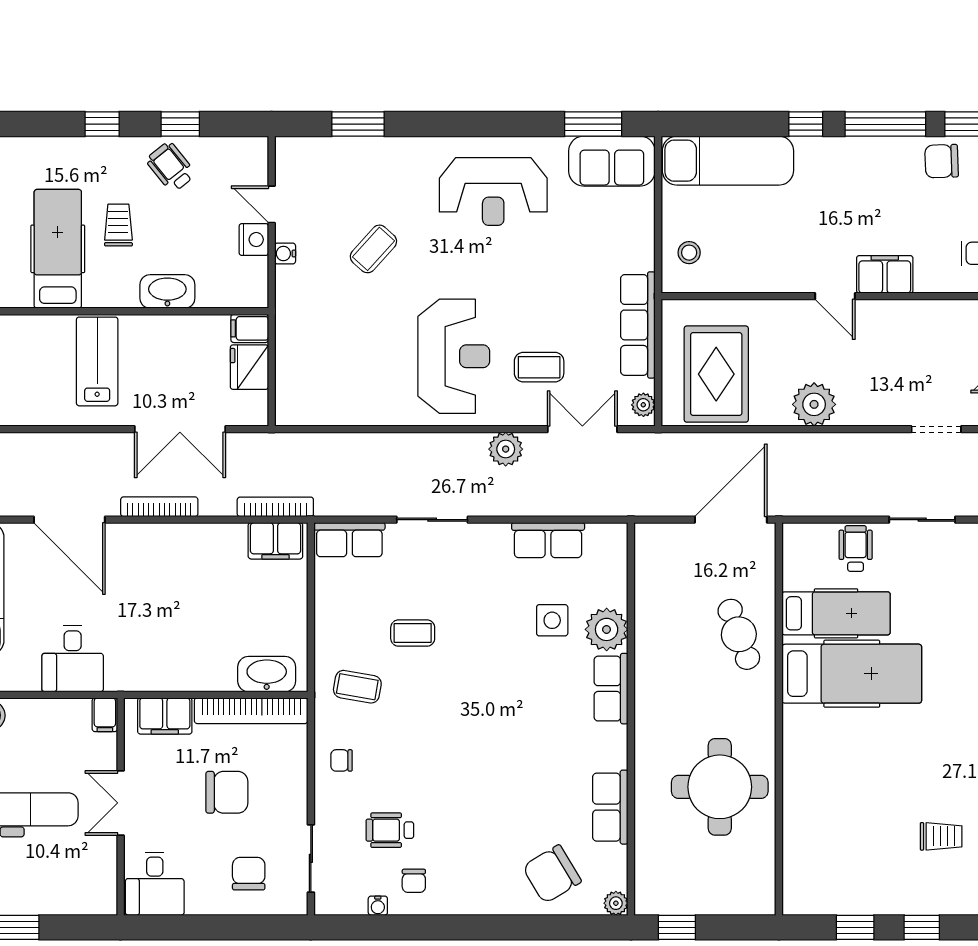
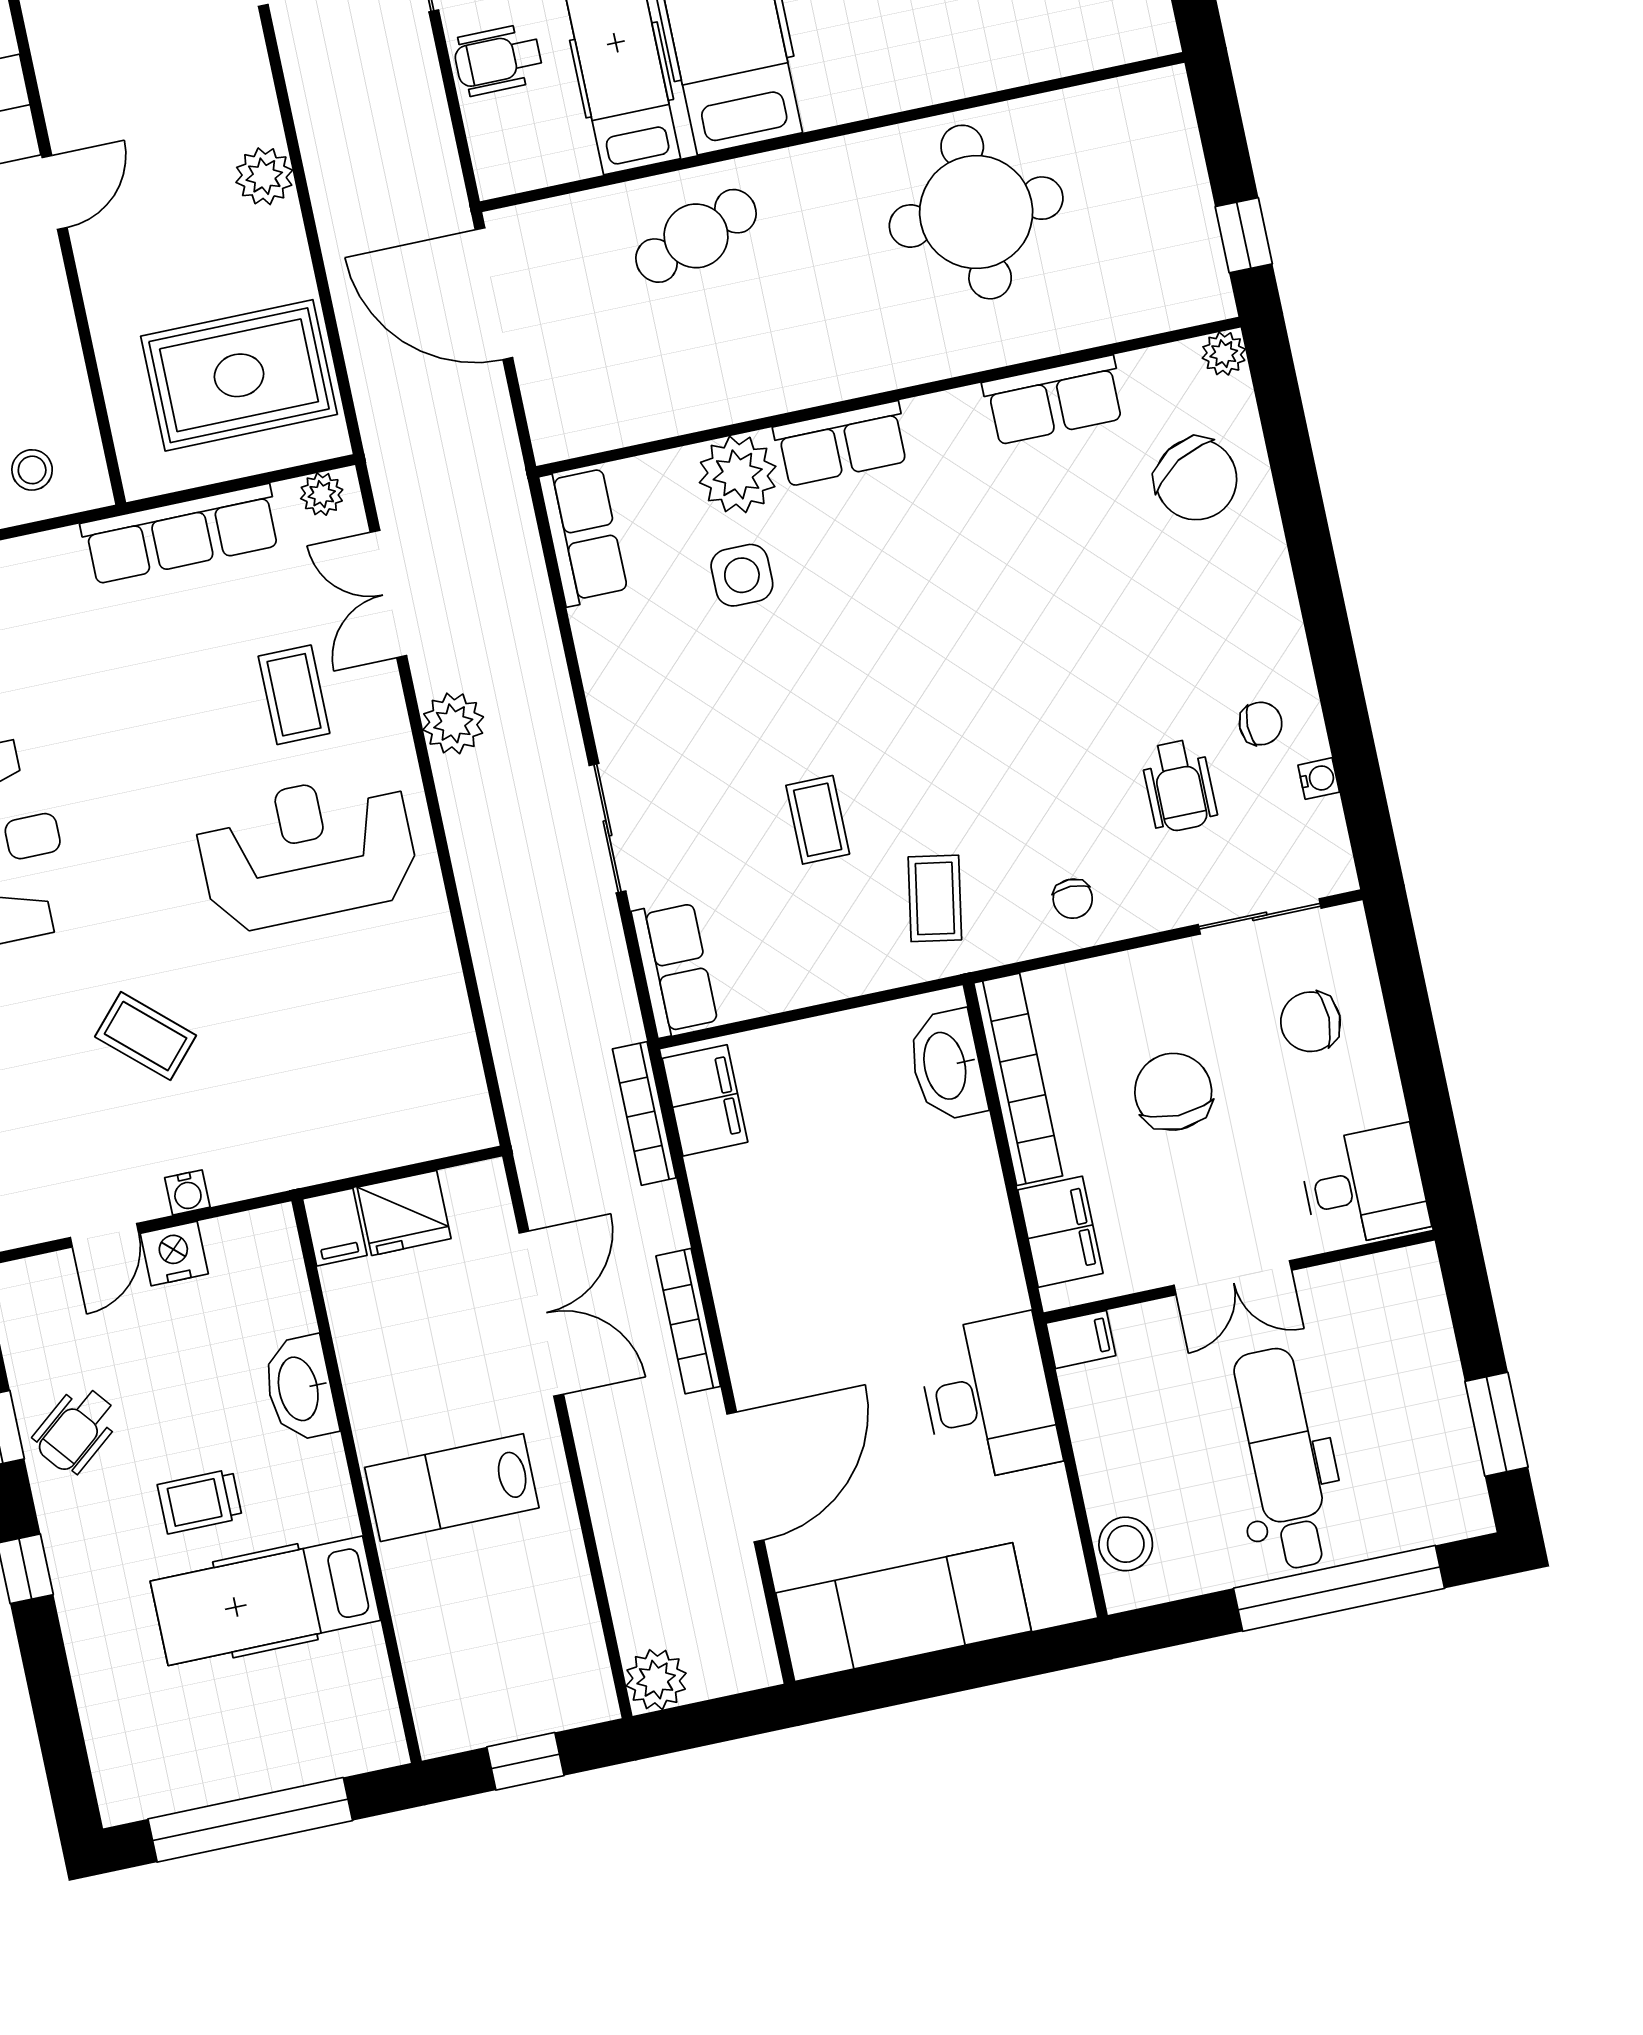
plant: (814, 404) -> (264, 176), width x0.73, depth x0.73
row of seats: (548, 540) -> (584, 535), moved
desk: (73, 659) -> (989, 1398), width x1.37

